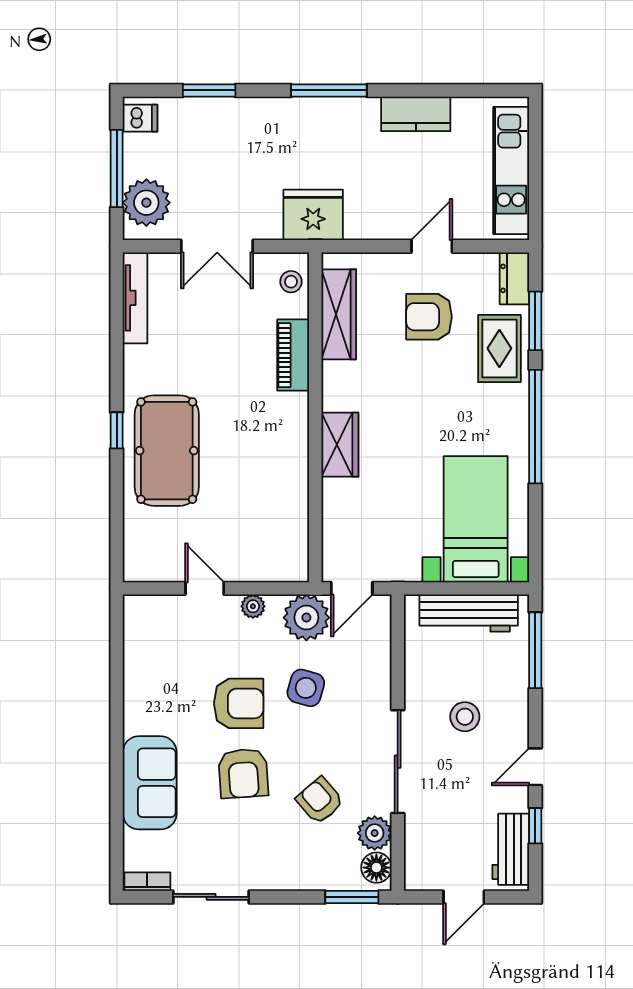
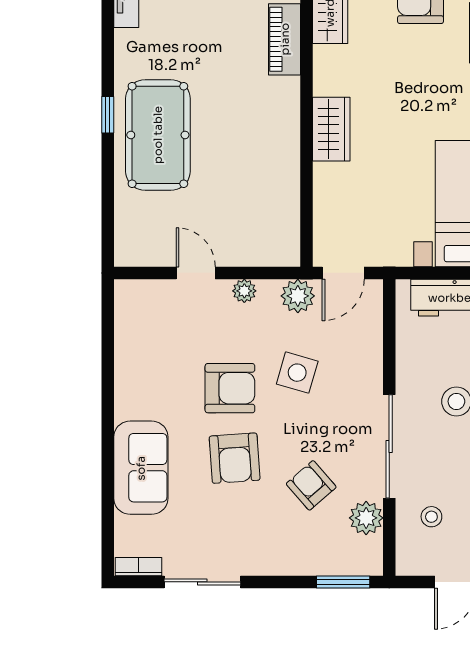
plant: (306, 618) -> (298, 296), width x0.73, depth x0.73
stool: (440, 832) -> (431, 517), added
floor lamp: (376, 868) -> (368, 553), removed

